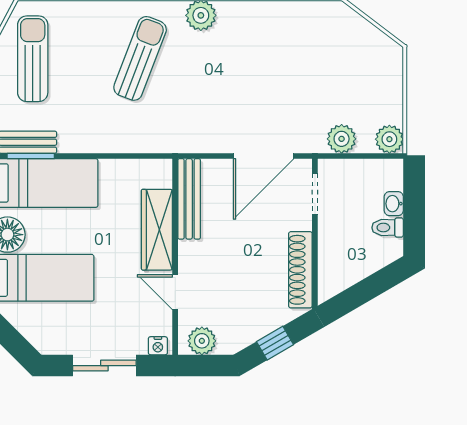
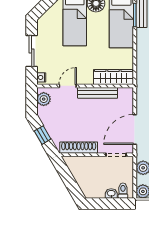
door: (264, 156) -> (135, 129), hinge flipped
bench: (189, 199) -> (98, 93), moved
toilet: (388, 228) -> (123, 191), moved
wardrobe: (157, 230) -> (114, 77), moved

